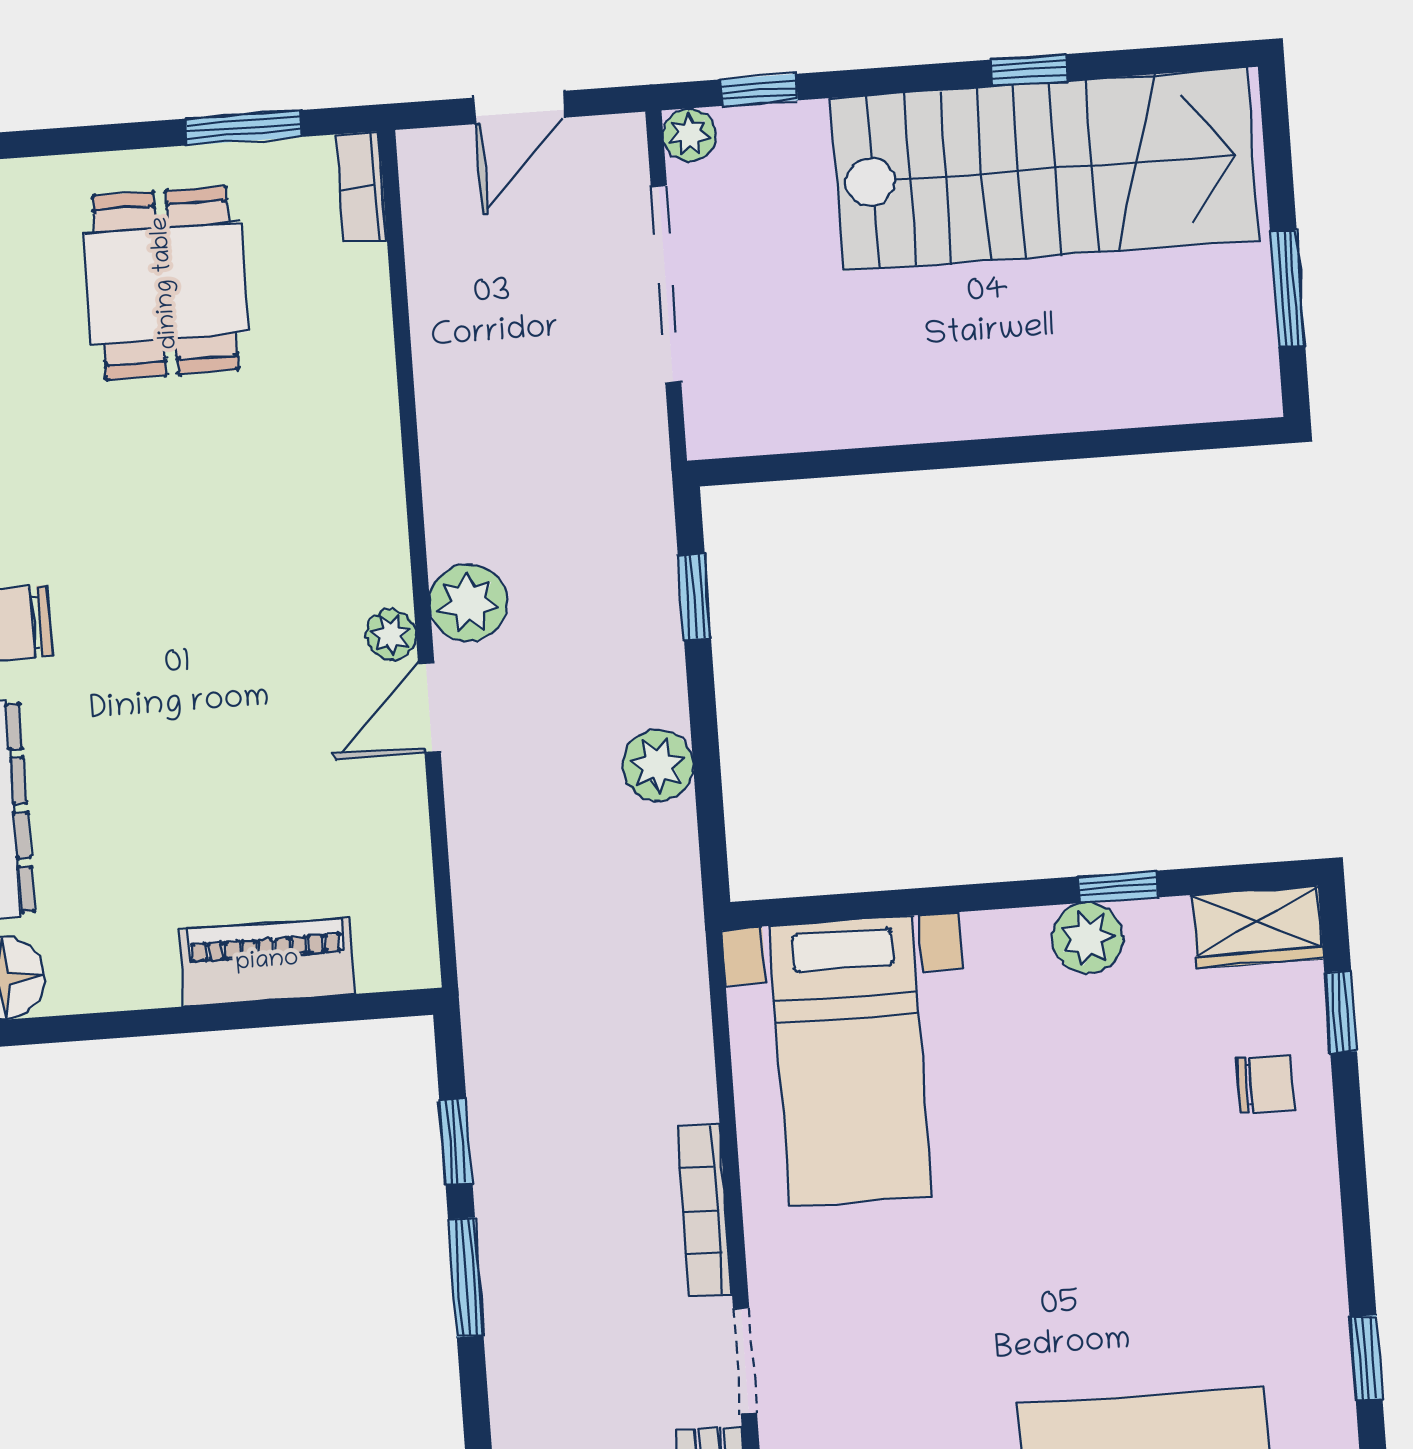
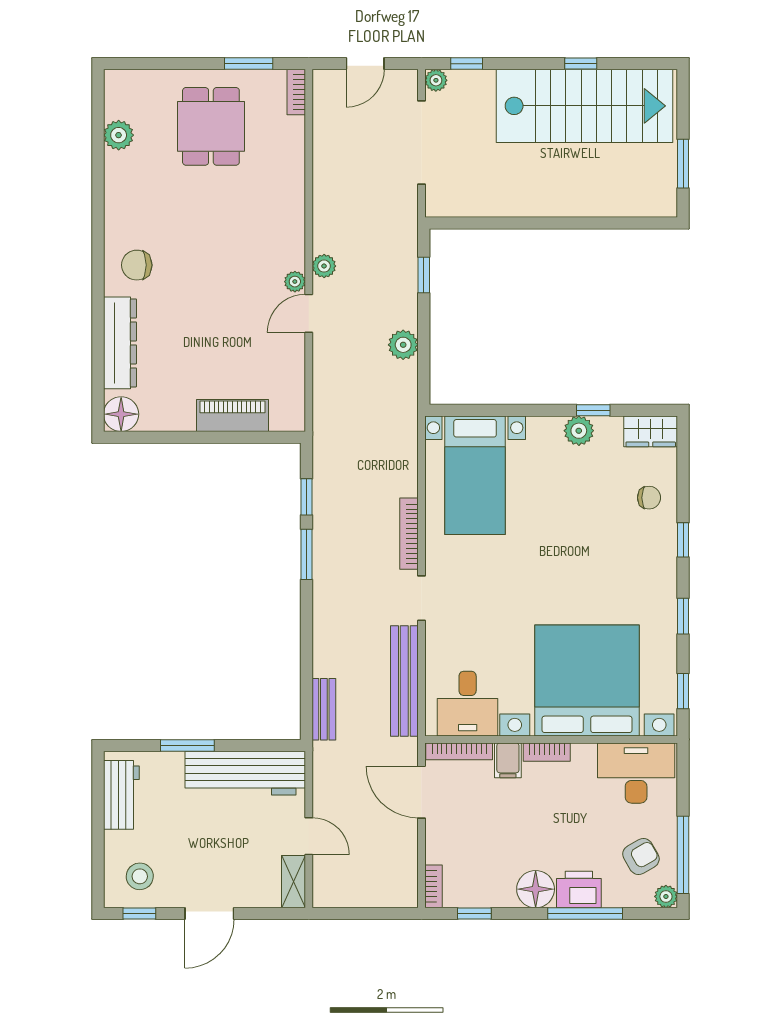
plant: (468, 603) -> (324, 266), width x0.73, depth x0.73
window: (1341, 1012) -> (683, 540), moved

